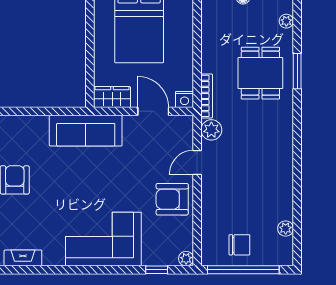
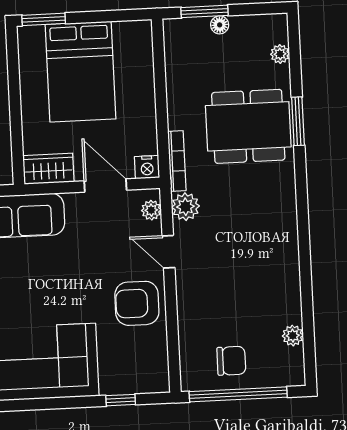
dining table: (260, 73) -> (248, 126), width x1.38
door: (197, 162) -> (168, 252), hinge flipped
plant: (186, 259) -> (151, 210), moved

